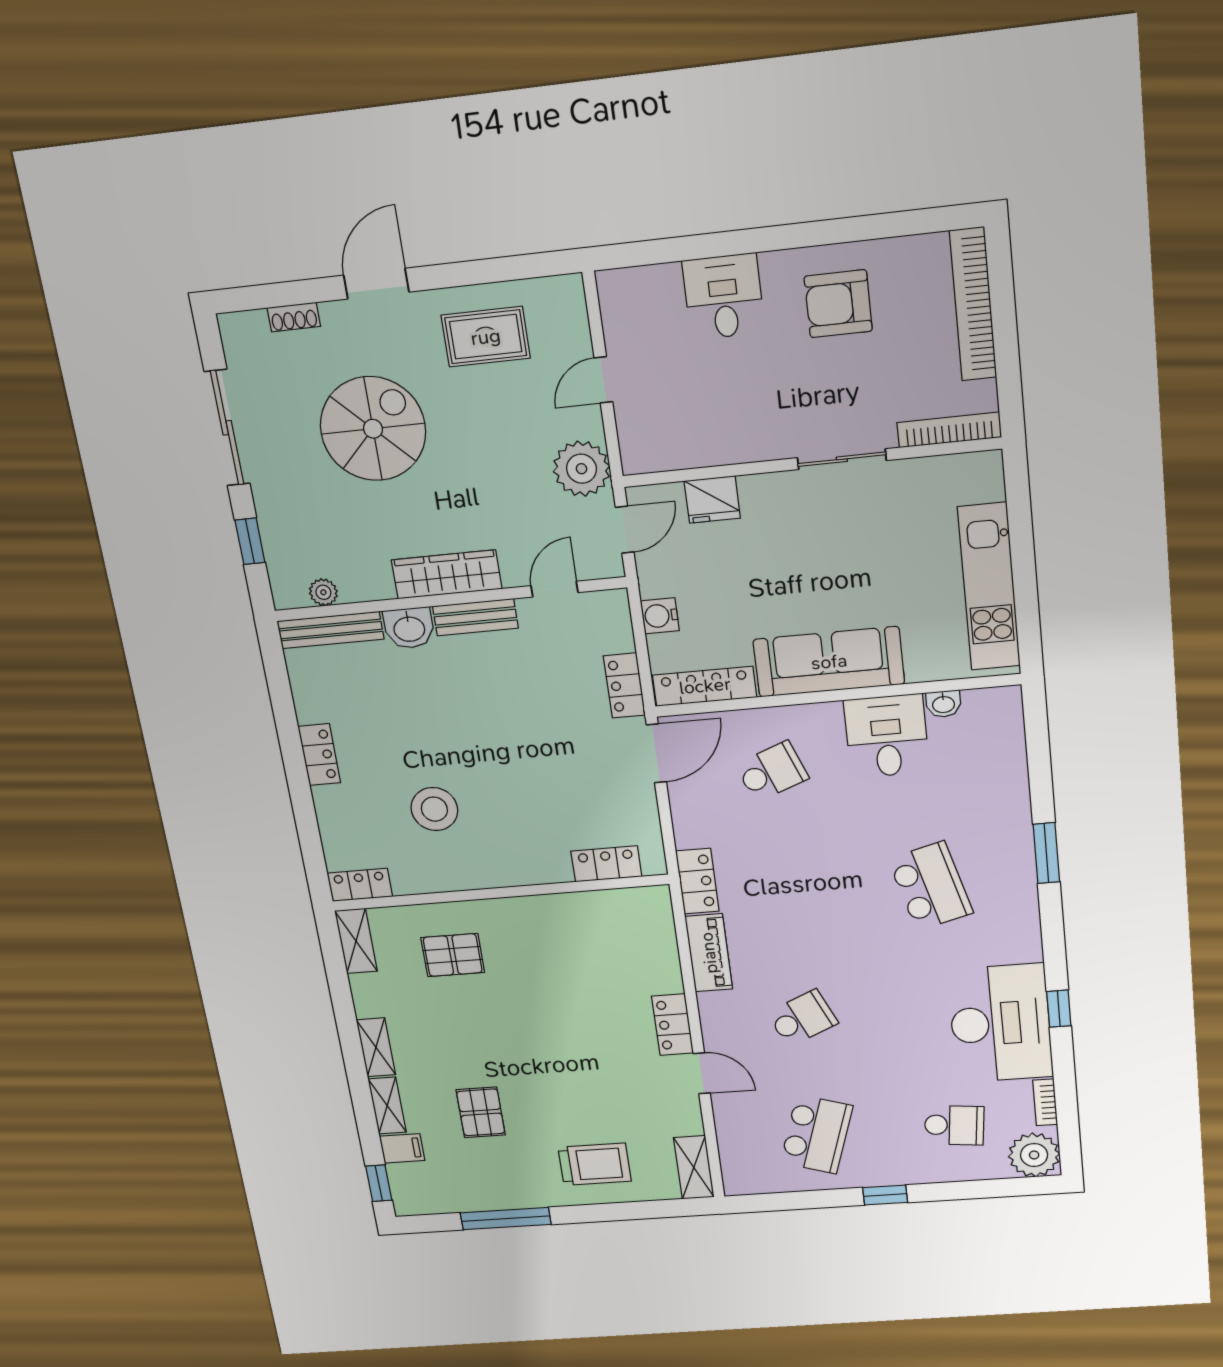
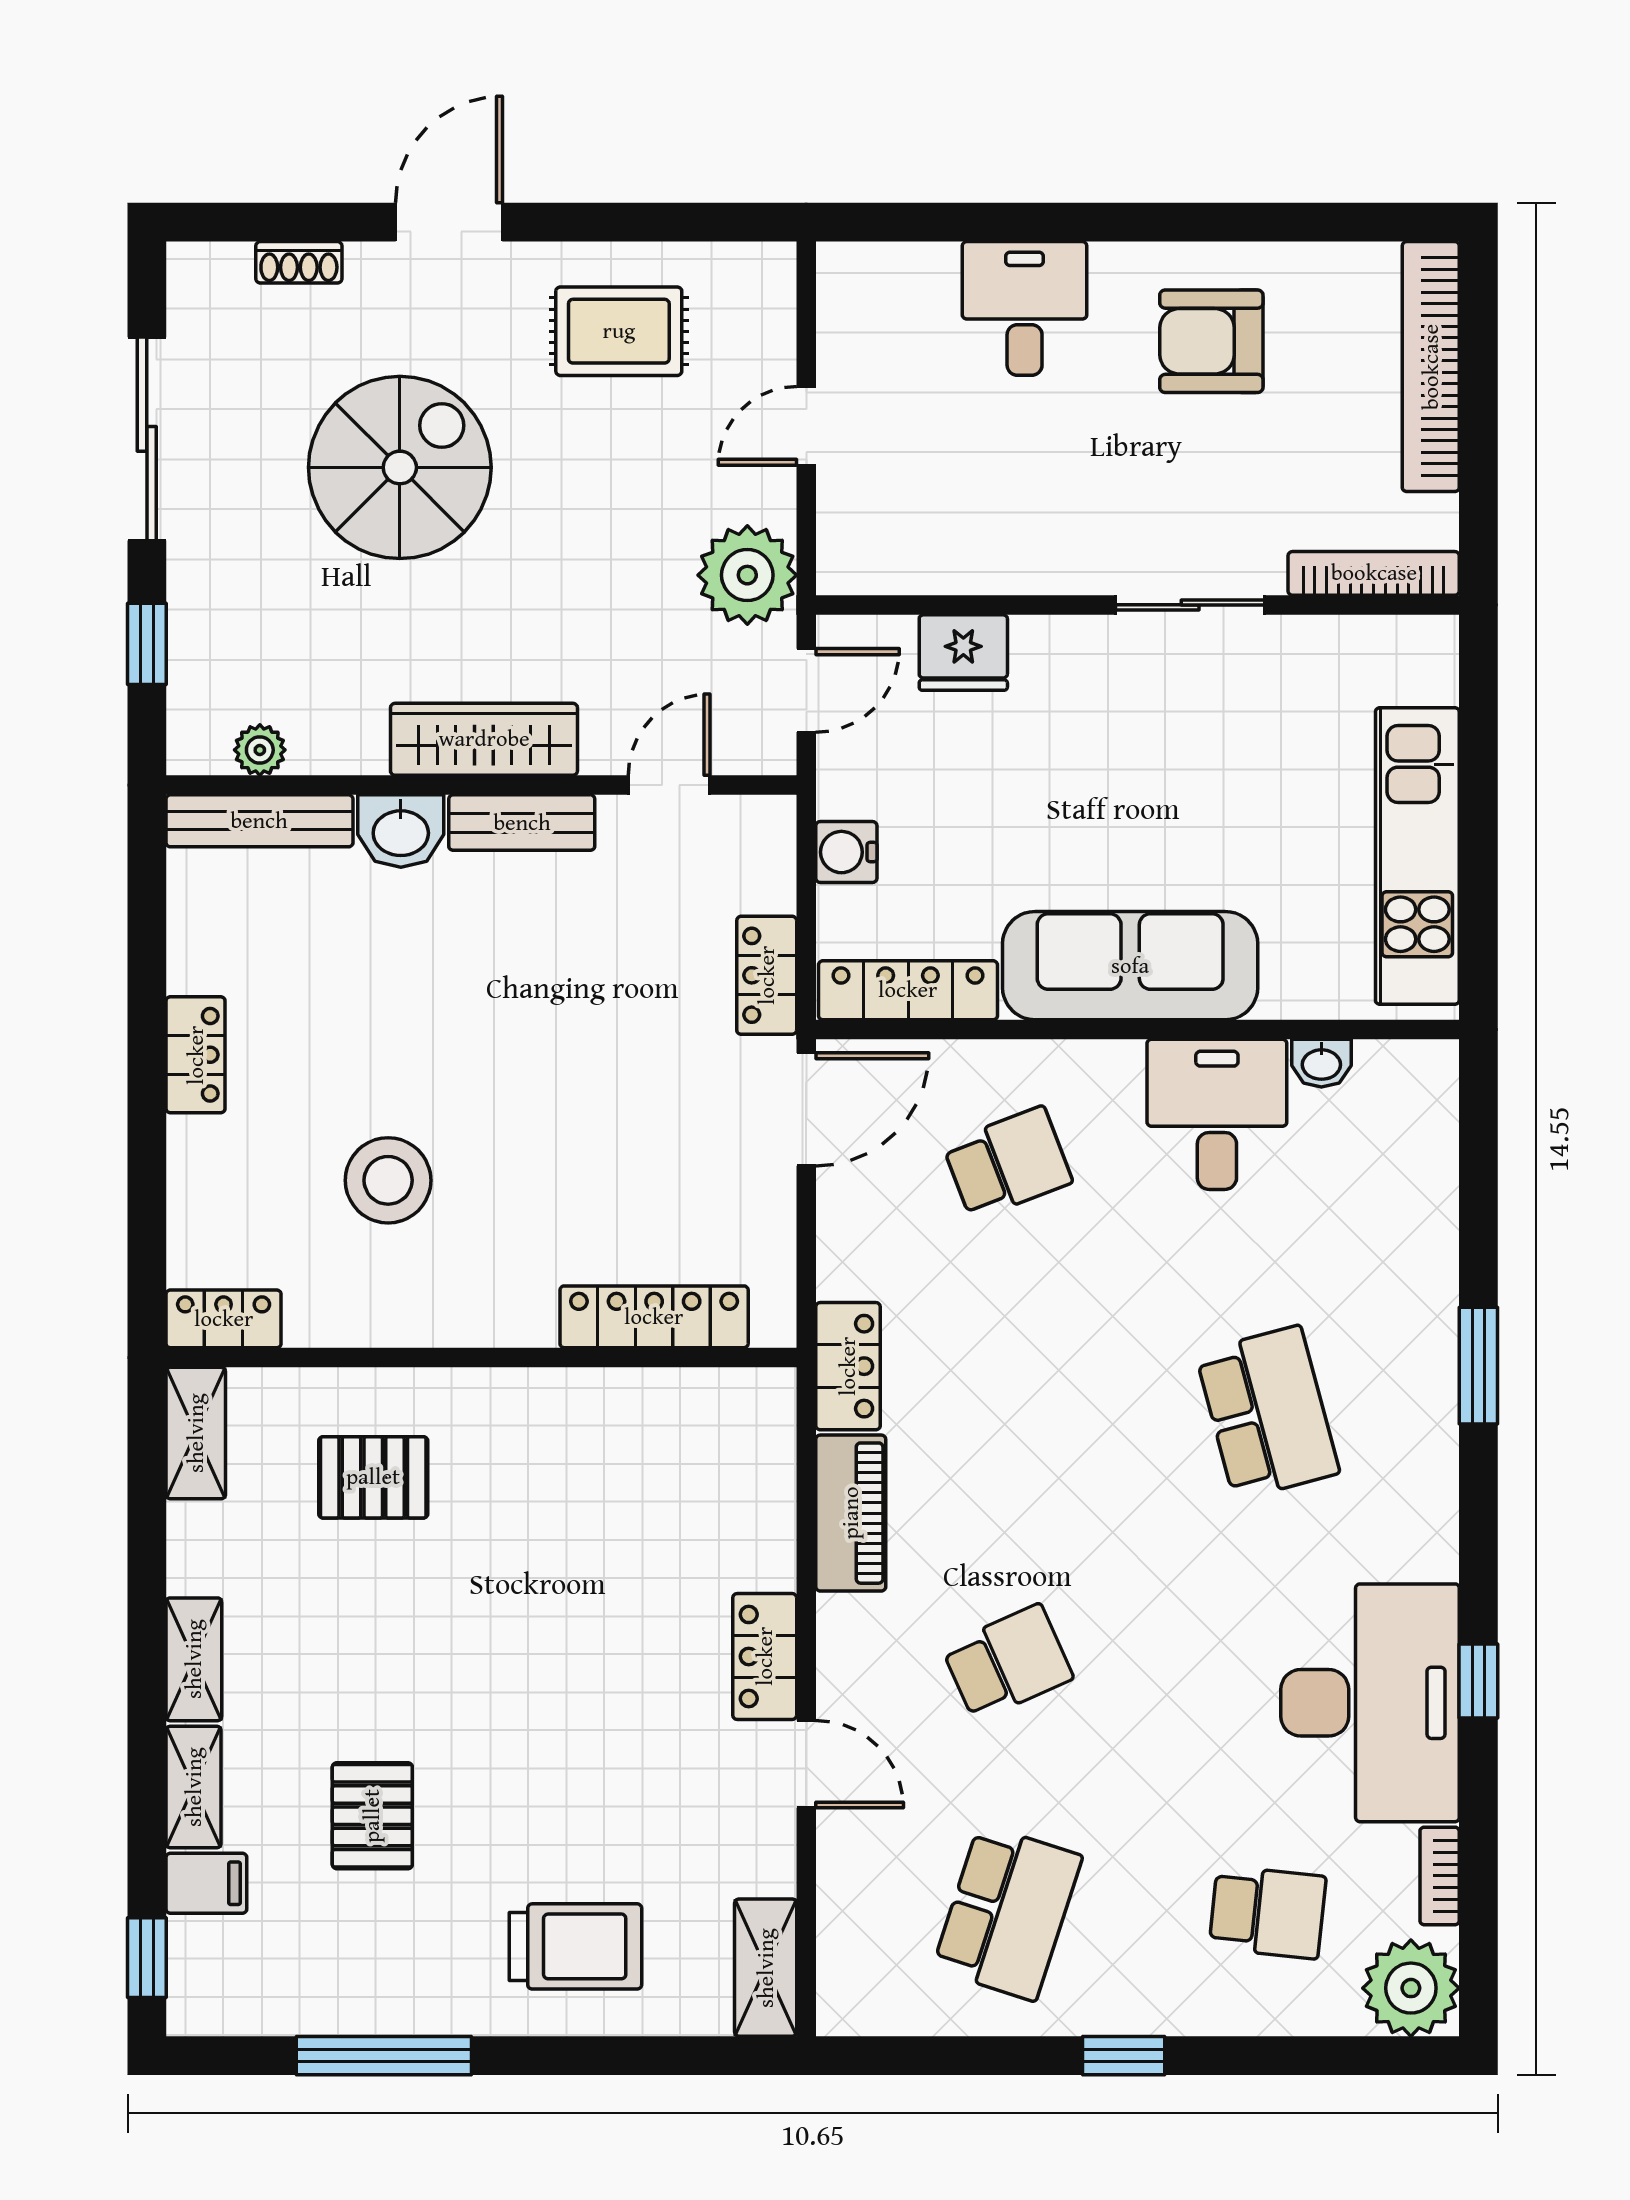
locker: (606, 864) -> (654, 1317), width x1.53

